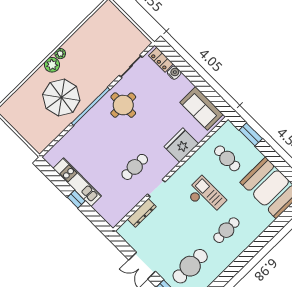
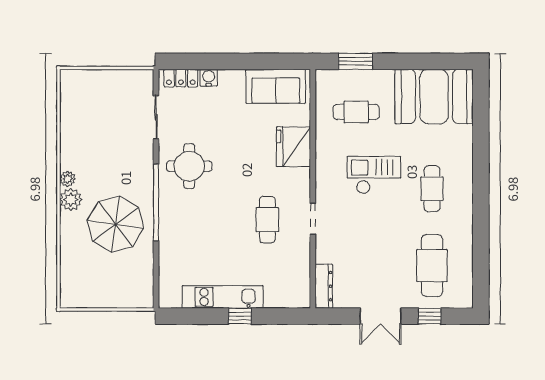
dresser: (142, 213) -> (324, 286), moved

